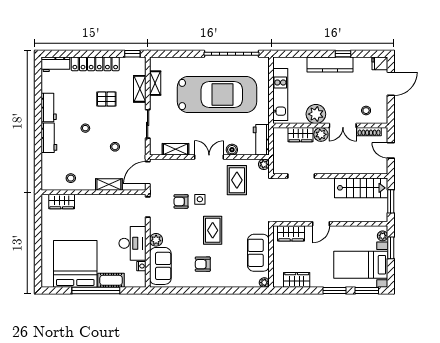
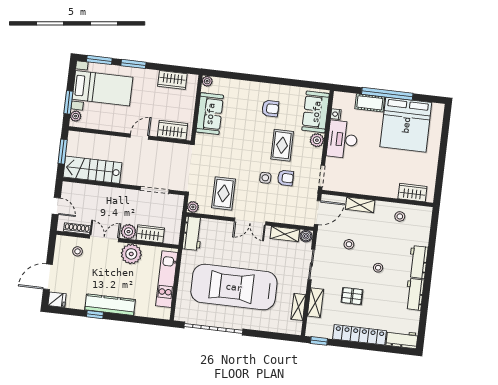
boiler: (232, 150) -> (306, 236), moved
rug: (213, 230) -> (282, 145), moved

